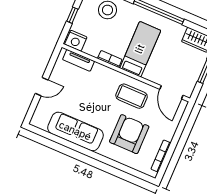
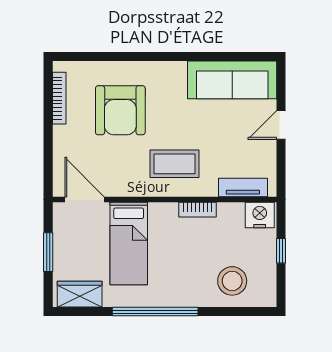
bed: (140, 49) -> (129, 244), moved
coffee table: (132, 96) -> (175, 164), moved
sofa: (75, 131) -> (232, 80), moved

